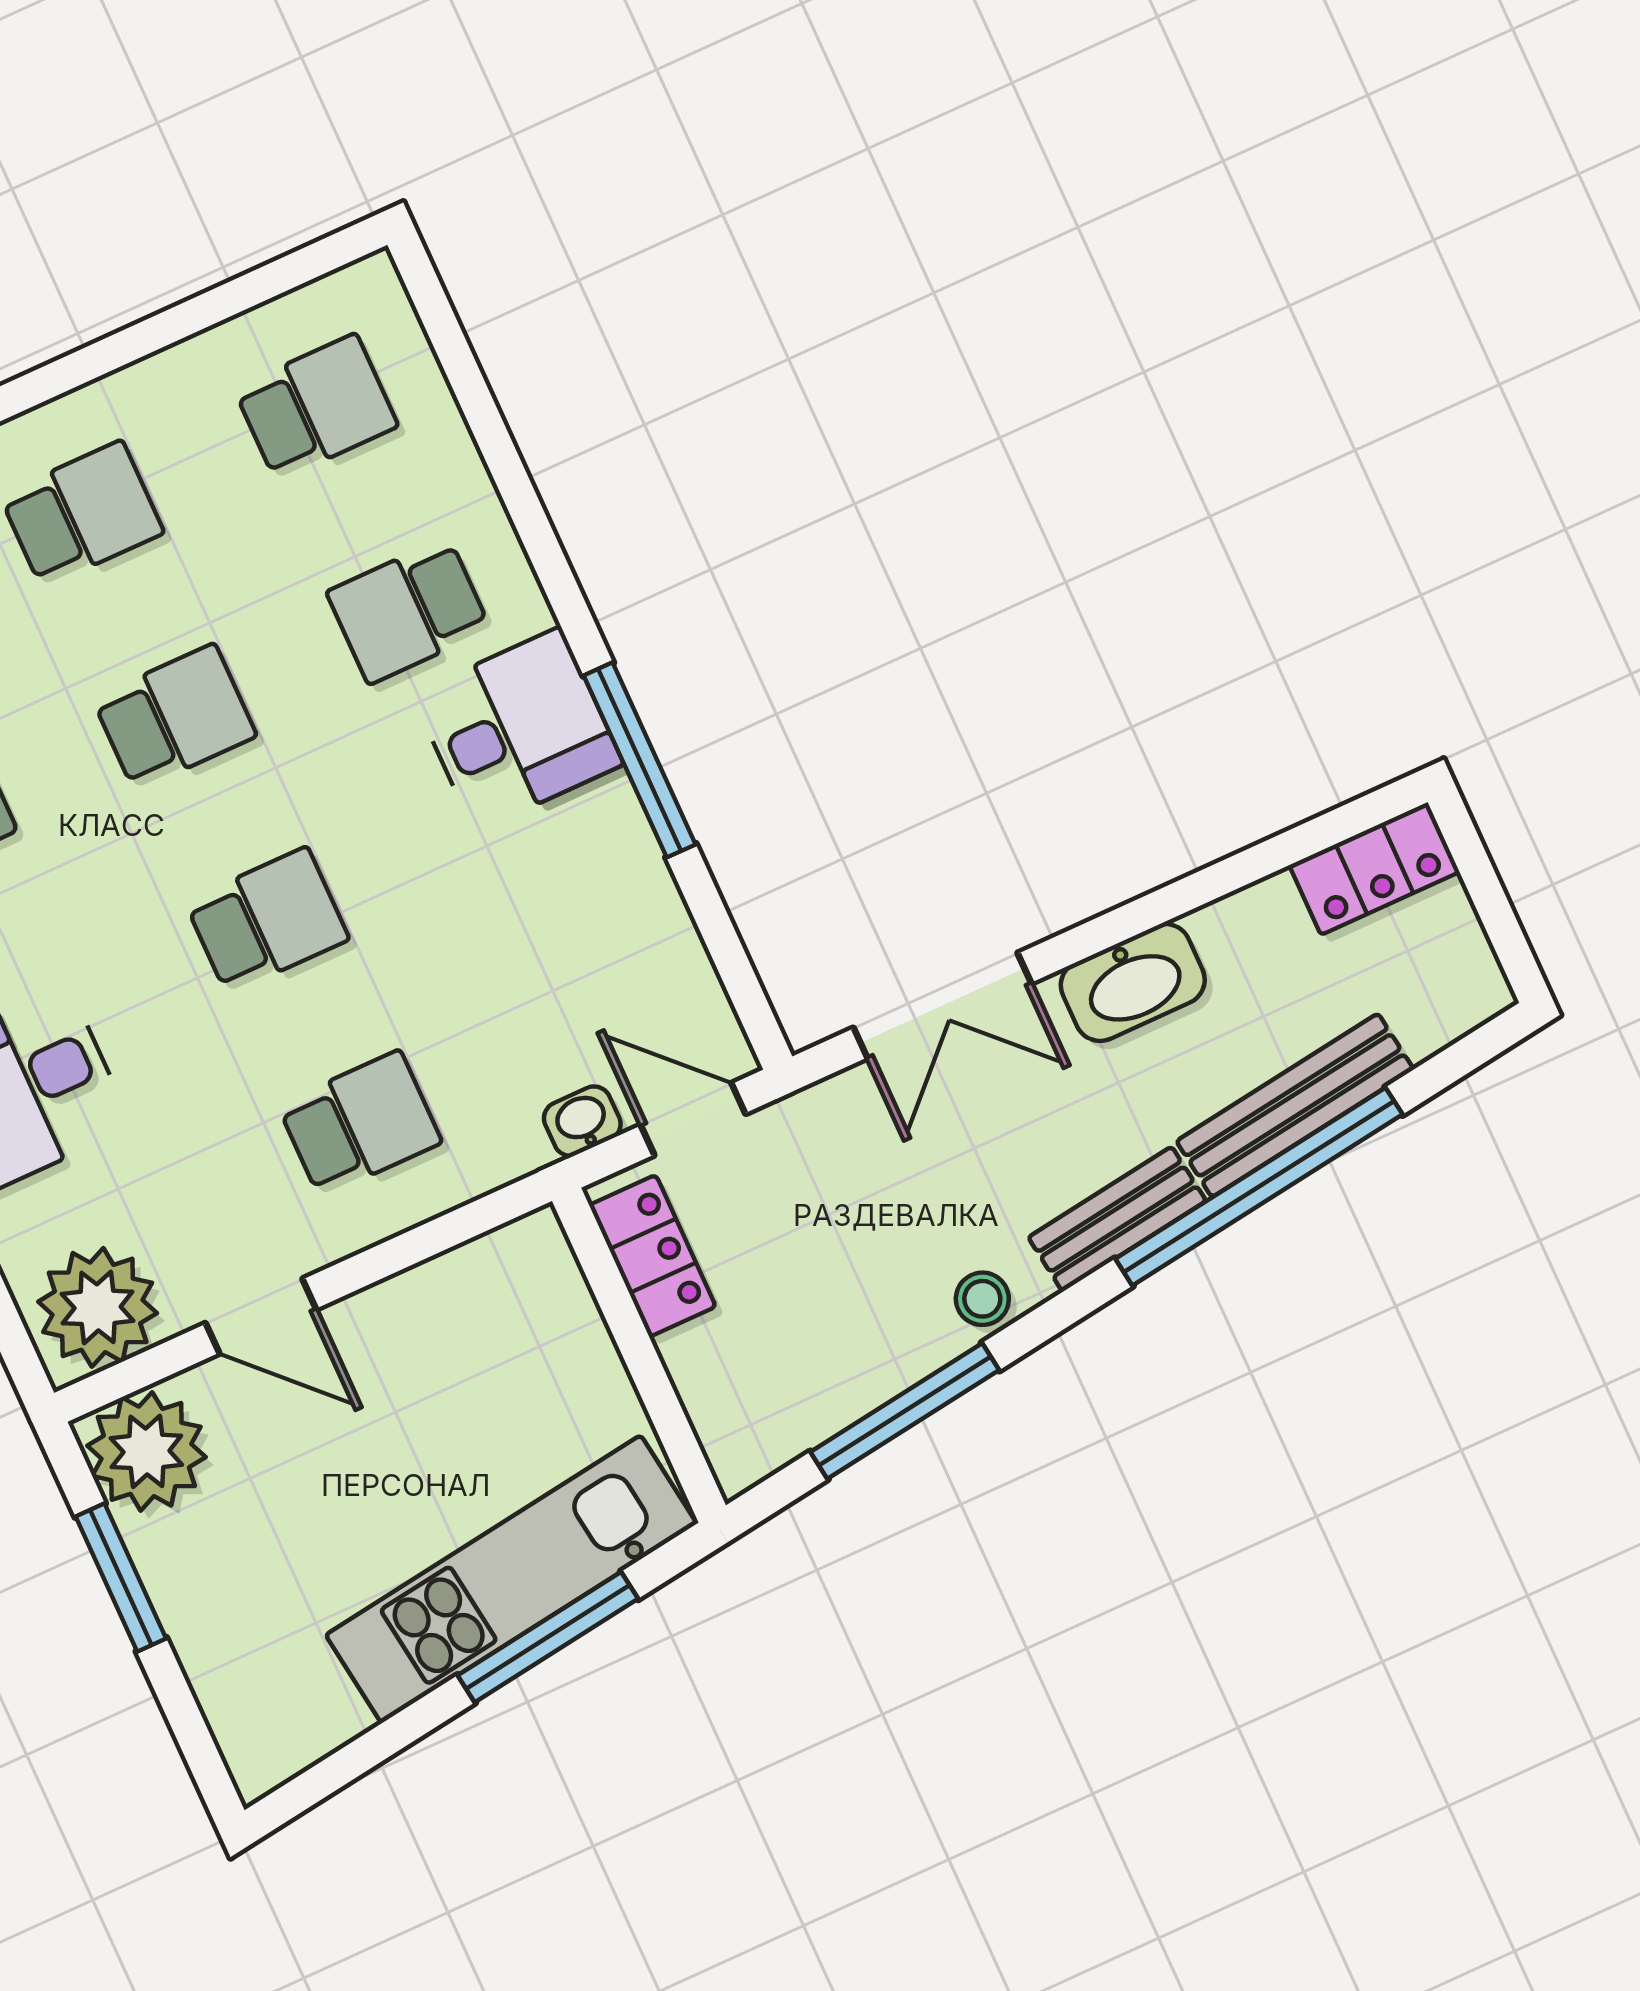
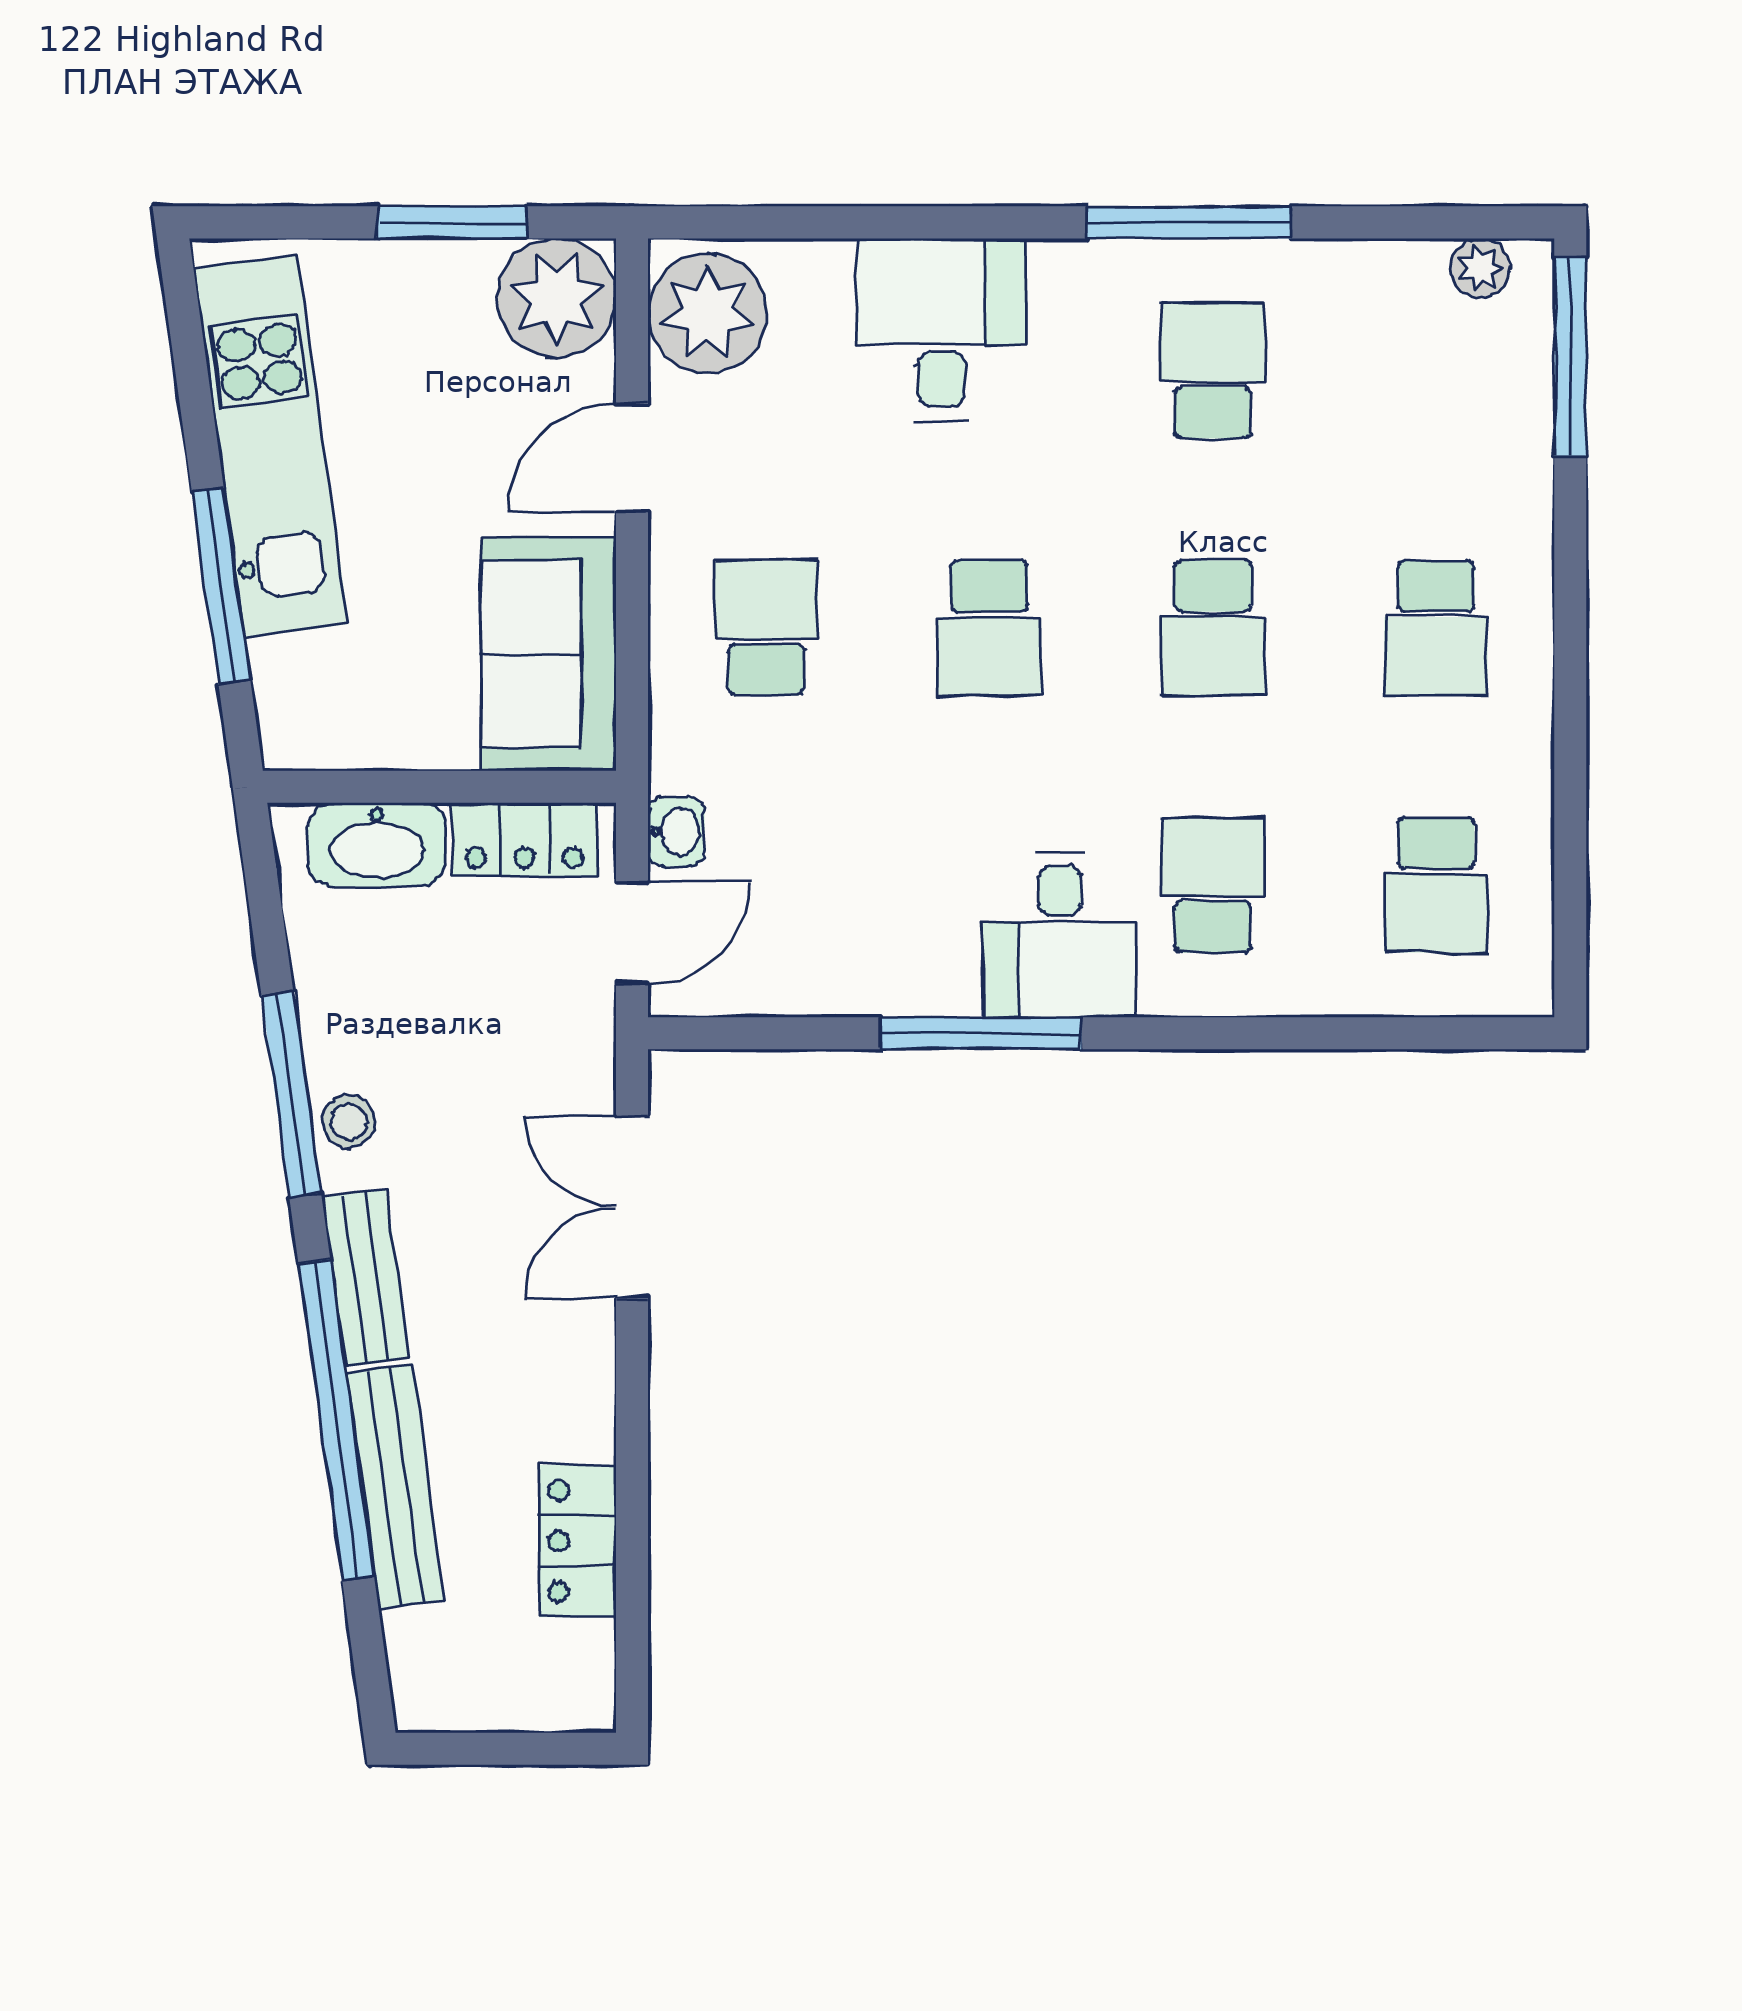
locker: (1374, 869) -> (578, 1541), moved
washbasin: (1133, 983) -> (377, 845), moved, turned -90
school desk: (360, 1124) -> (766, 628), turned 180
sofa: (474, 1311) -> (549, 654), added
window: (905, 1411) -> (291, 1094), moved
kitchen unit: (511, 1579) -> (271, 446), moved

